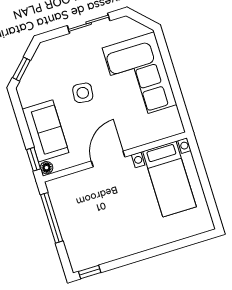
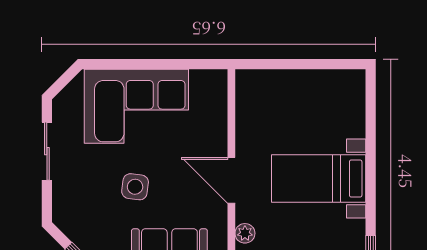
bed with nightstands: (169, 179) -> (319, 178), moved, turned 180
plant: (74, 180) -> (245, 233), added

